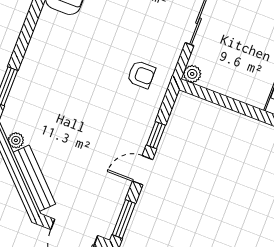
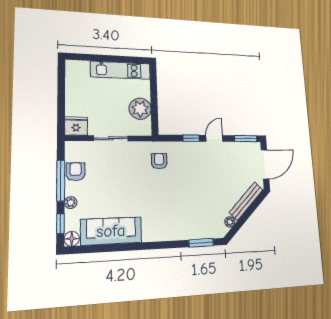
plant: (192, 74) -> (140, 109), moved, width x1.87, depth x1.87
door: (143, 170) -> (214, 138), swing flipped

